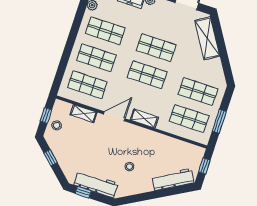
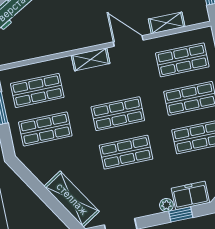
door: (114, 116) -> (128, 41), swing flipped

